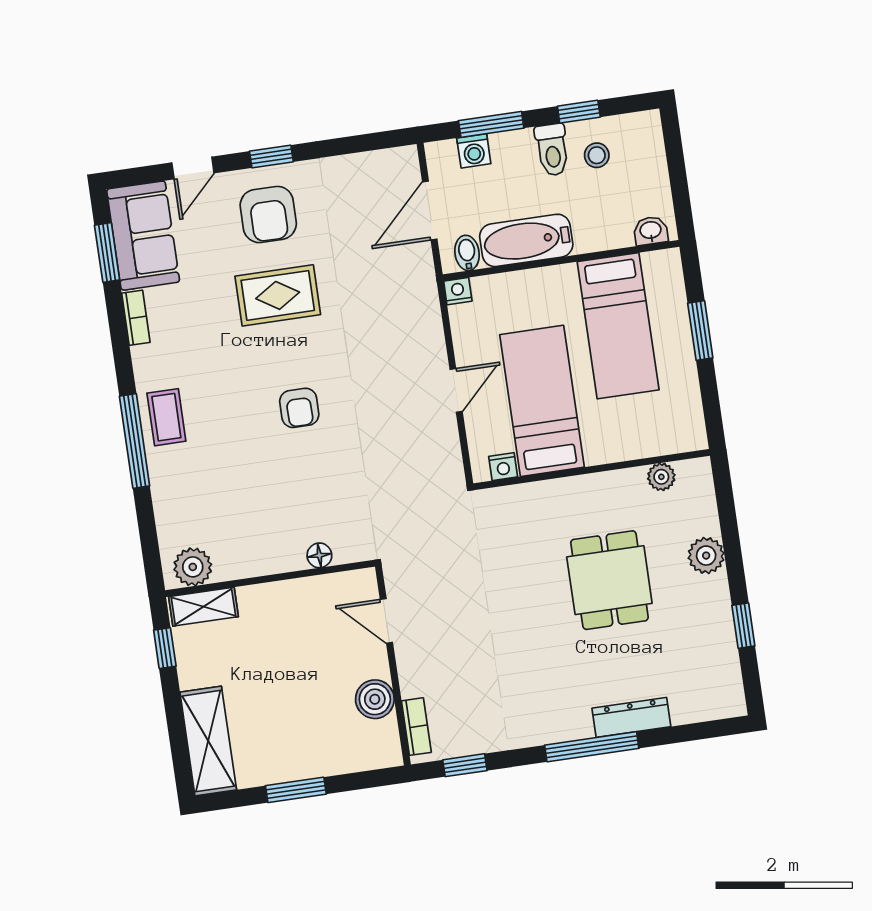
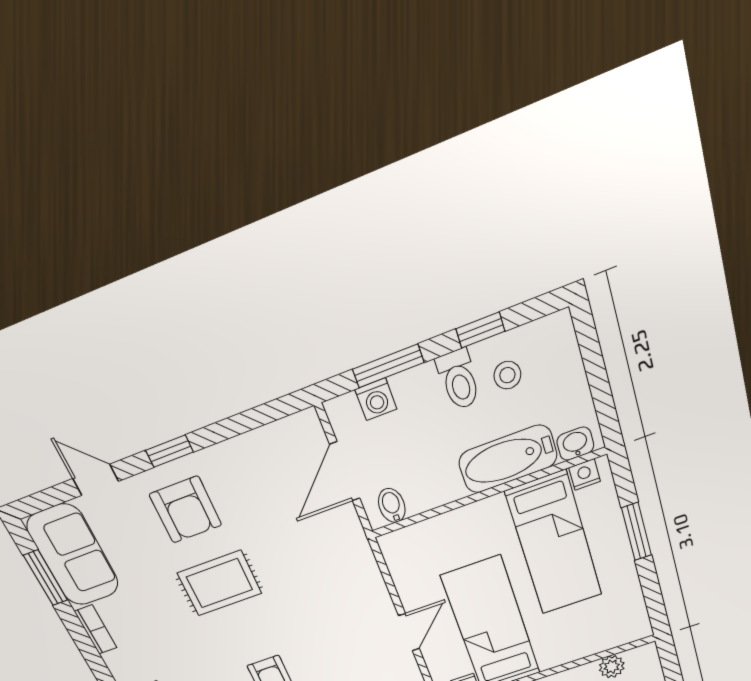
door: (193, 168) -> (96, 480), swing flipped
bathtub: (526, 240) -> (508, 459), moved
nightstand: (458, 291) -> (585, 475), moved

